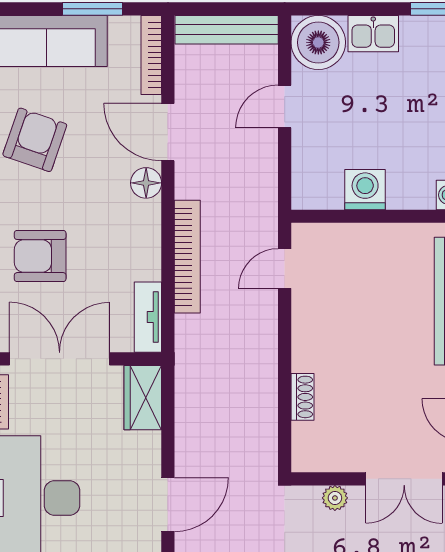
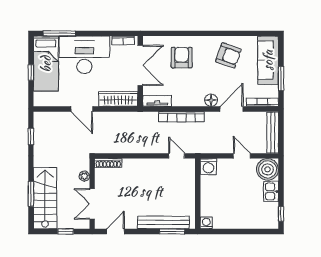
washing machine: (365, 190) -> (208, 167), moved, turned 90
shoe rack: (302, 397) -> (108, 163), moved, width x1.43
wardrobe: (143, 398) -> (118, 99), width x1.50

